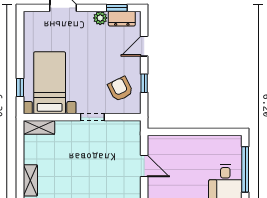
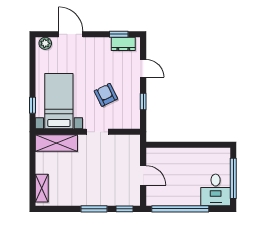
plant: (100, 18) -> (45, 43), moved
door: (144, 46) -> (143, 68), swing flipped
armchair: (120, 89) -> (106, 95), moved
shelving: (39, 127) -> (56, 143), width x1.50, depth x1.33

